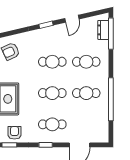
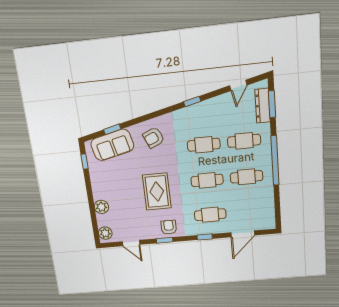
door: (72, 19) -> (238, 85), moved
dresser: (103, 30) -> (263, 106), width x1.44
window: (111, 34) -> (272, 104), width x0.69
window: (111, 99) -> (275, 160), moved

